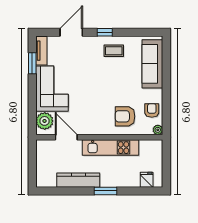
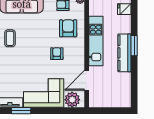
armchair: (96, 104) -> (57, 54), added
armchair: (125, 116) -> (68, 28), turned 180
kitchen counter: (78, 180) -> (125, 53), moved

